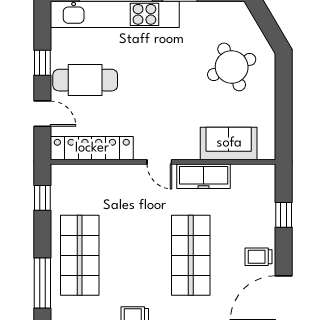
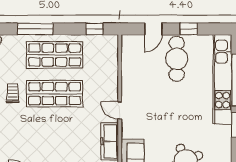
locker: (92, 148) -> (129, 63), removed
door: (159, 162) -> (120, 110), hinge flipped
shop shelf: (191, 255) -> (55, 94), moved

